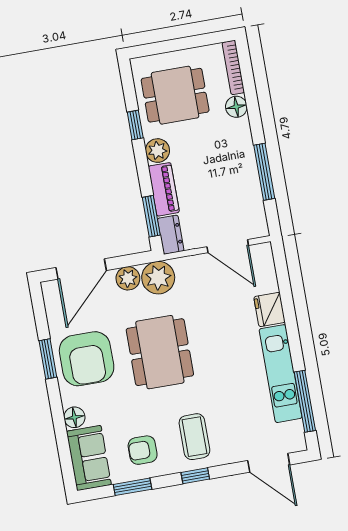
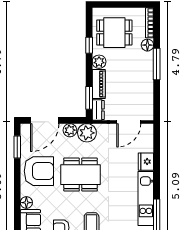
window: (264, 172) -> (157, 64), moved
door: (228, 246) -> (129, 122), hinge flipped
dining table: (160, 352) -> (81, 175), turned 90
window: (48, 359) -> (17, 147), moved
armchair: (87, 359) -> (39, 171), turned -90

